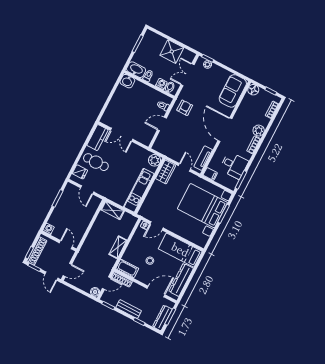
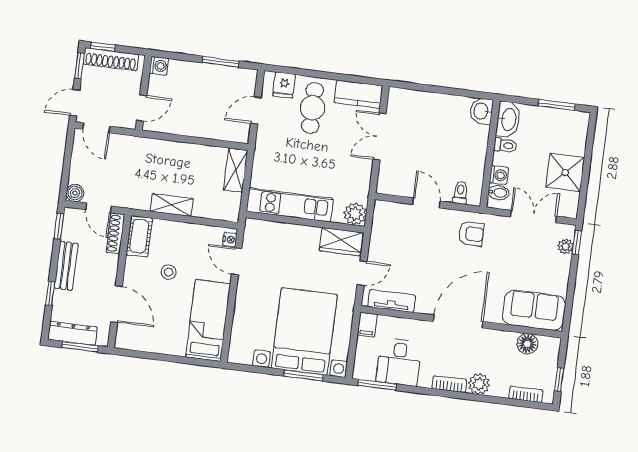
floor lamp: (253, 90) -> (527, 344), moved
dresser: (181, 280) -> (154, 342), removed

